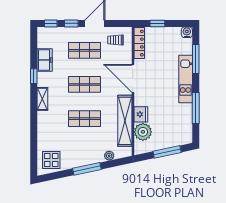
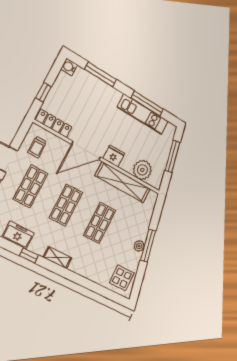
kitchen unit: (186, 79) -> (143, 114), moved
fridge: (141, 114) -> (114, 156), moved
plant: (109, 156) -> (139, 246), moved

